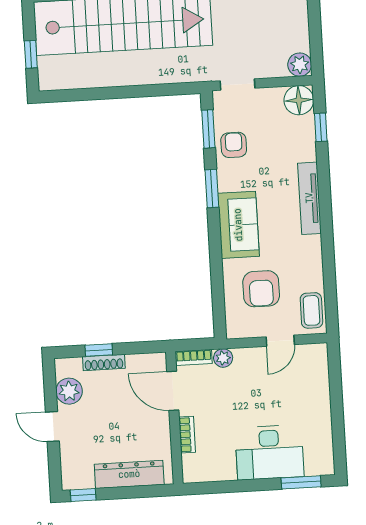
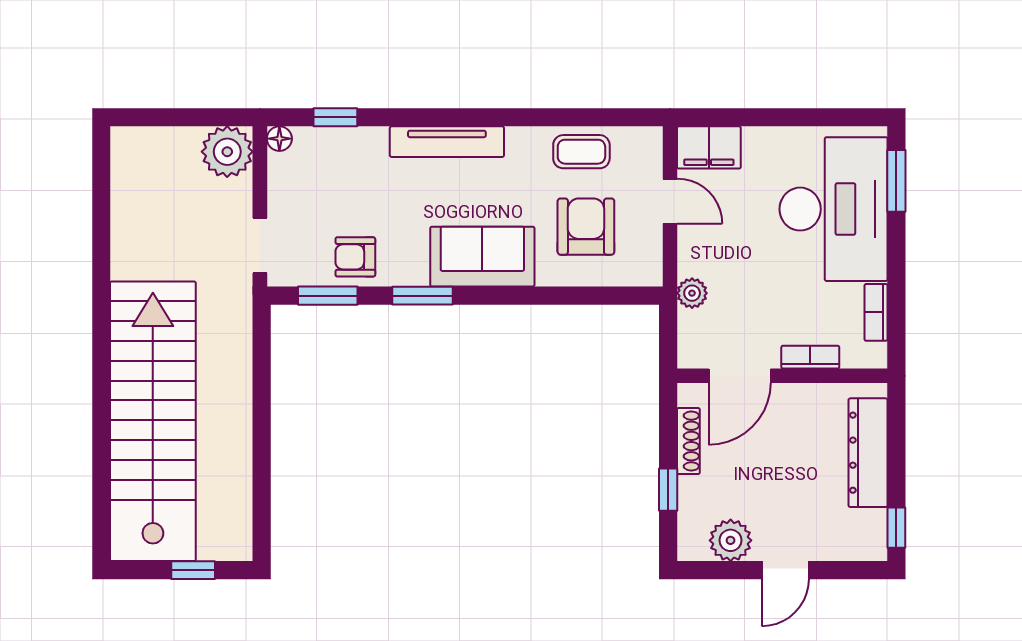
plant: (300, 65) -> (227, 152), width x1.36, depth x1.36
floor lamp: (299, 100) -> (279, 139), width x0.53, depth x0.53
armchair: (261, 289) -> (586, 227), turned -90
coffee table: (311, 310) -> (581, 152), moved
bookcase: (194, 357) -> (876, 312), moved, turned 180
shoe rack: (104, 363) -> (688, 441), moved
filing cabinet: (315, 363) -> (709, 147), added
desk: (269, 452) -> (834, 209), width x1.36, depth x1.30

